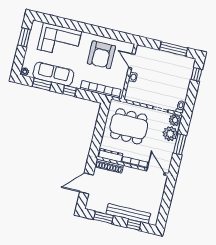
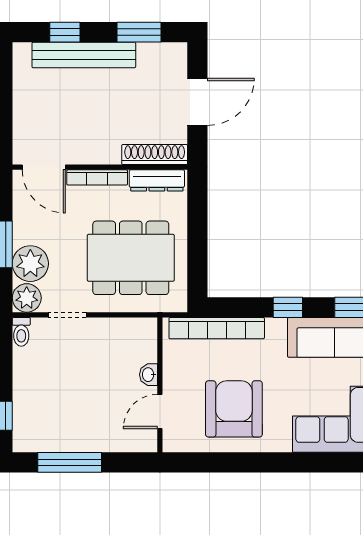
door: (132, 61) -> (160, 411), swing flipped

